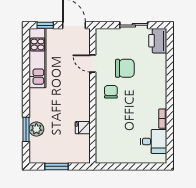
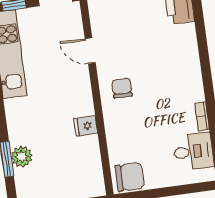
chair: (125, 68) -> (130, 177), moved
fridge: (83, 128) -> (86, 126), moved

